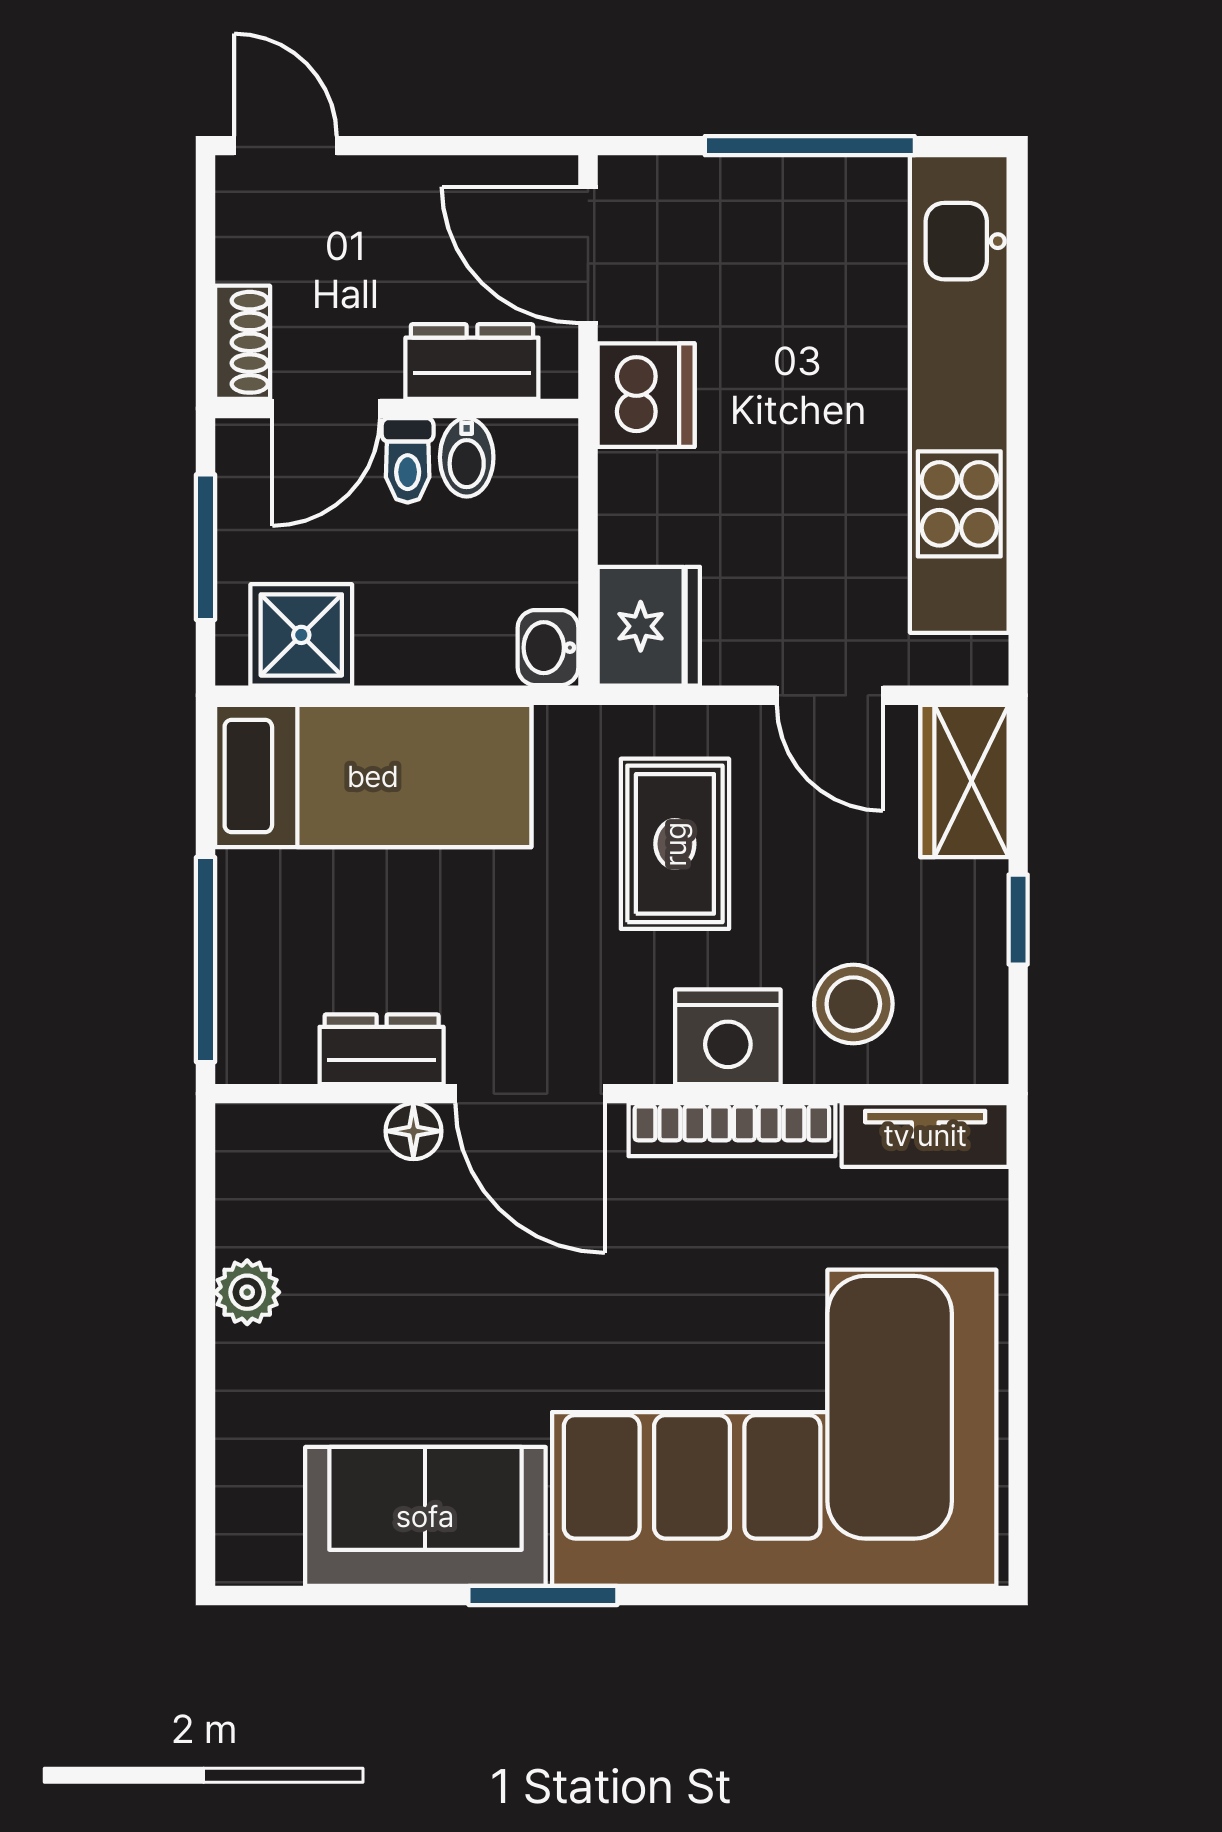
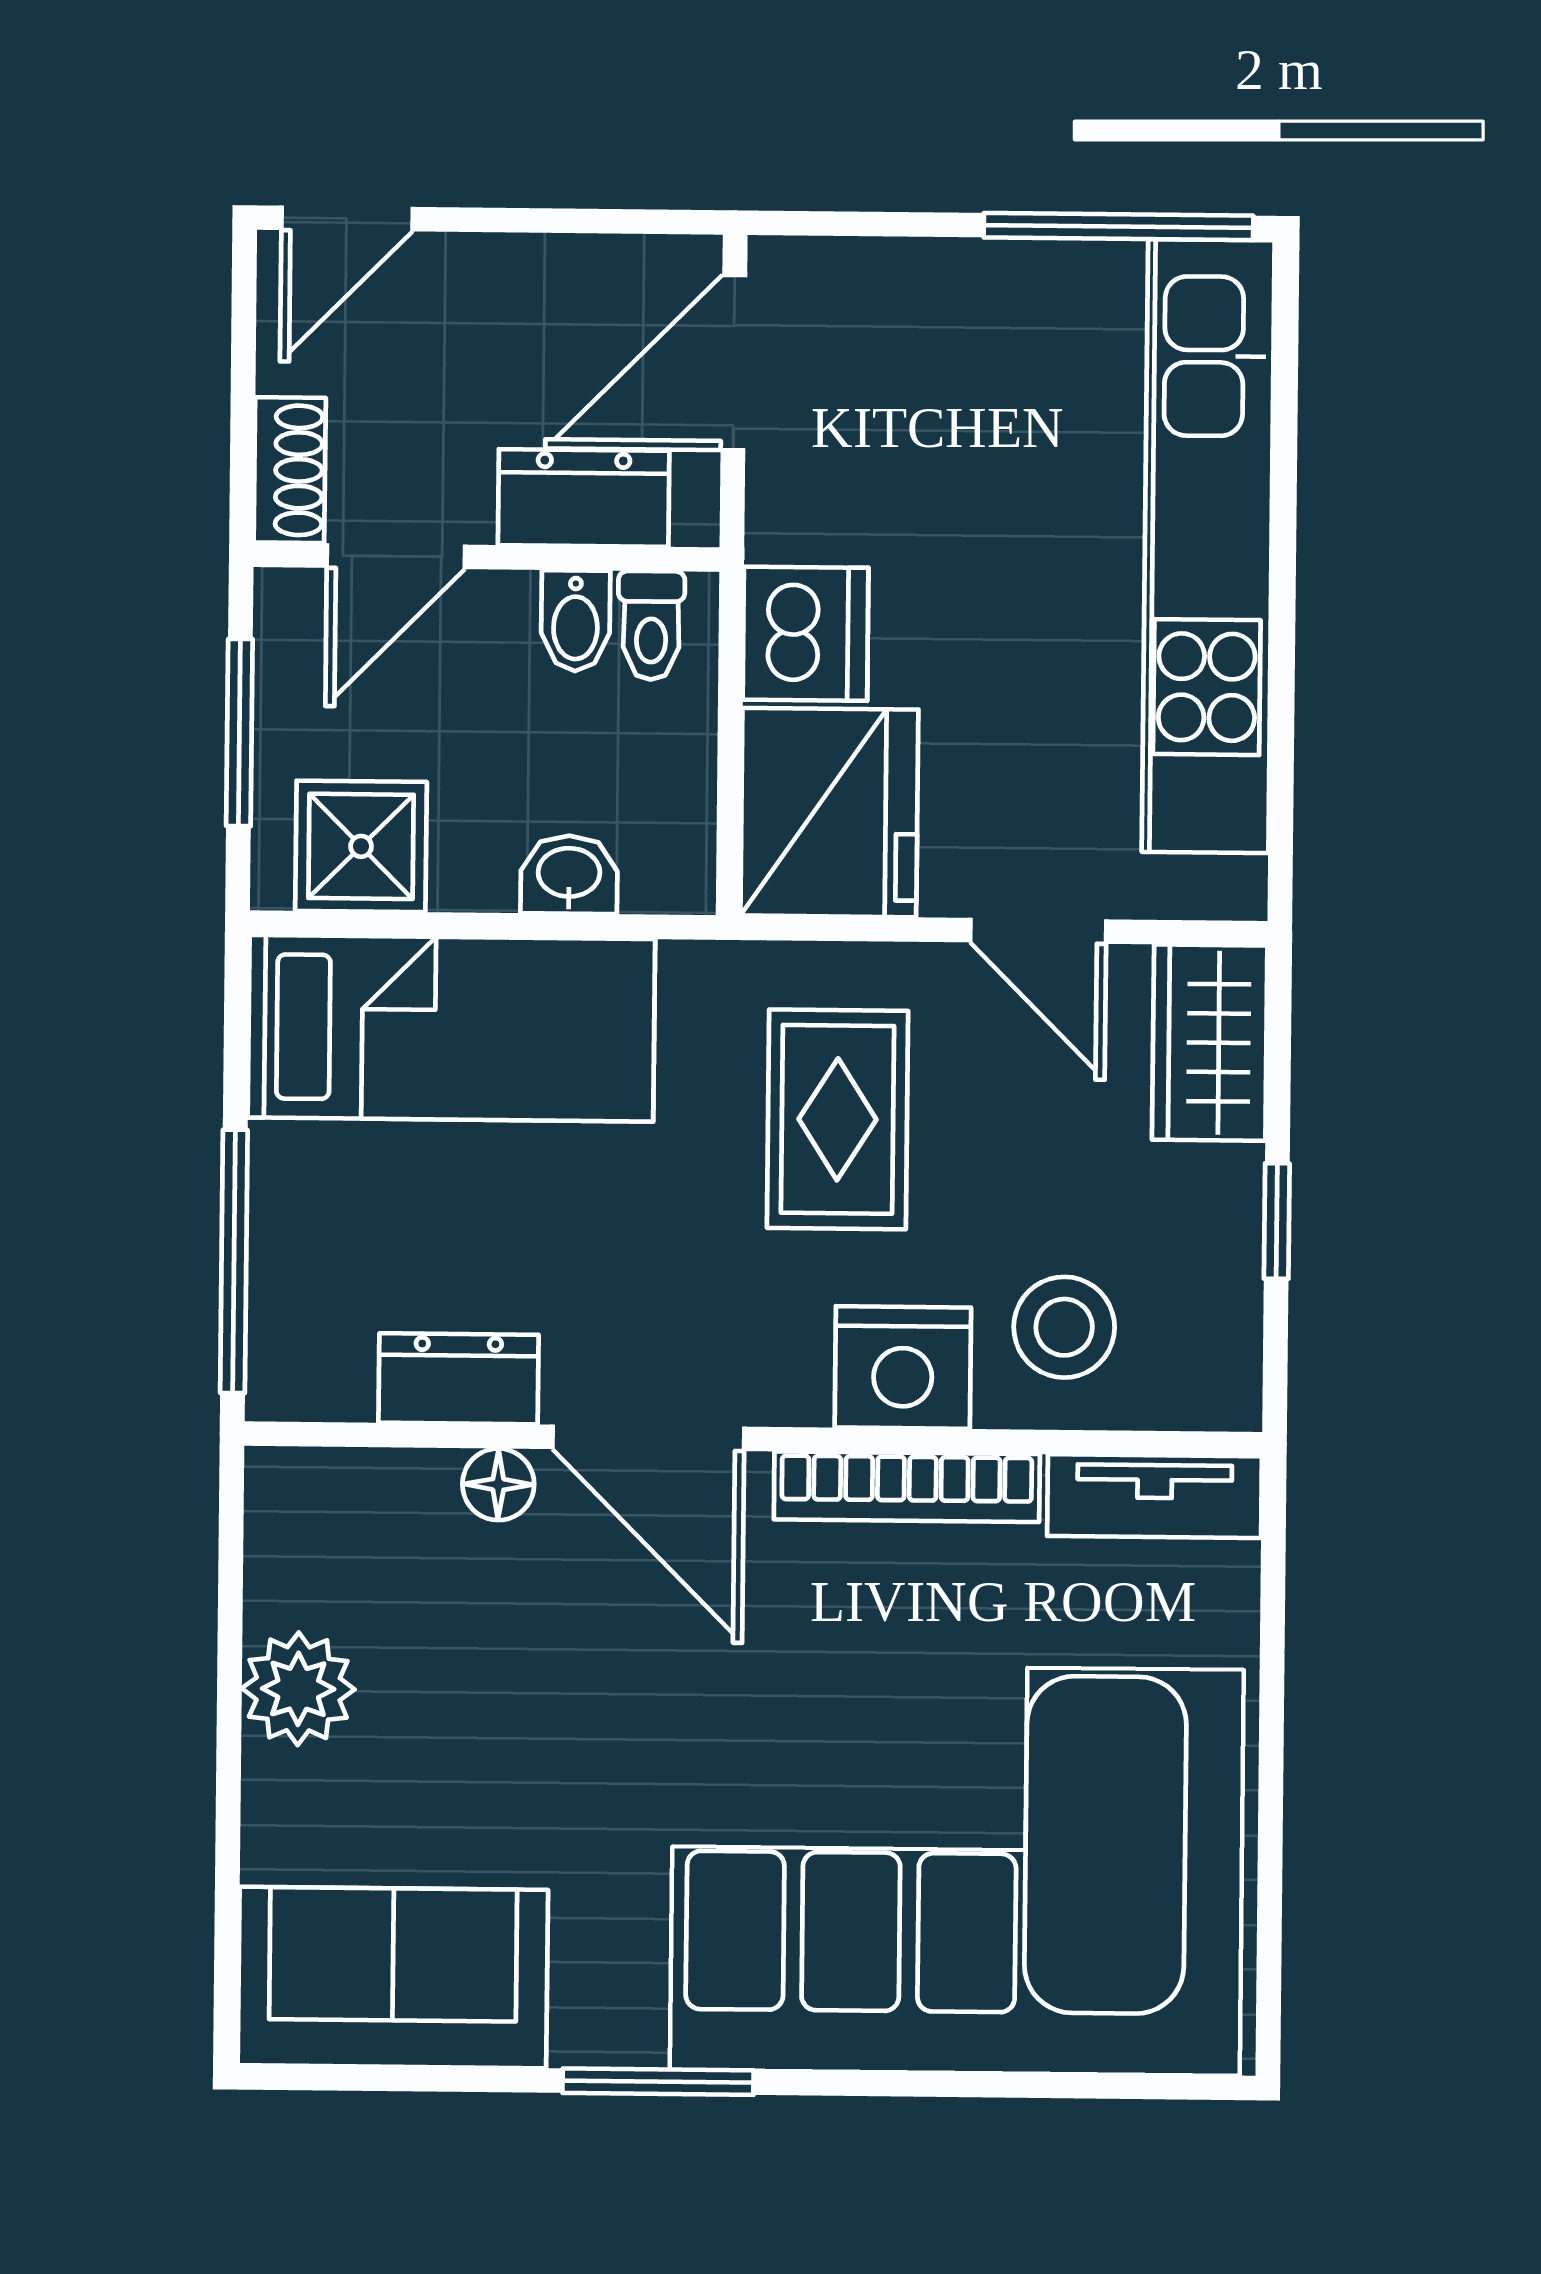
door: (285, 146) -> (347, 218), swing flipped
window: (810, 146) -> (1119, 227), moved
door: (588, 255) -> (734, 363), hinge flipped
dishwasher: (646, 395) -> (805, 634), moved
toilet: (408, 460) -> (651, 625), moved
fridge: (649, 626) -> (829, 813), width x1.36, depth x1.34
washbasin: (548, 648) -> (569, 875), moved, turned 90
plant: (247, 1292) -> (298, 1689), width x1.38, depth x1.38
sofa: (425, 1516) -> (393, 1977), moved

